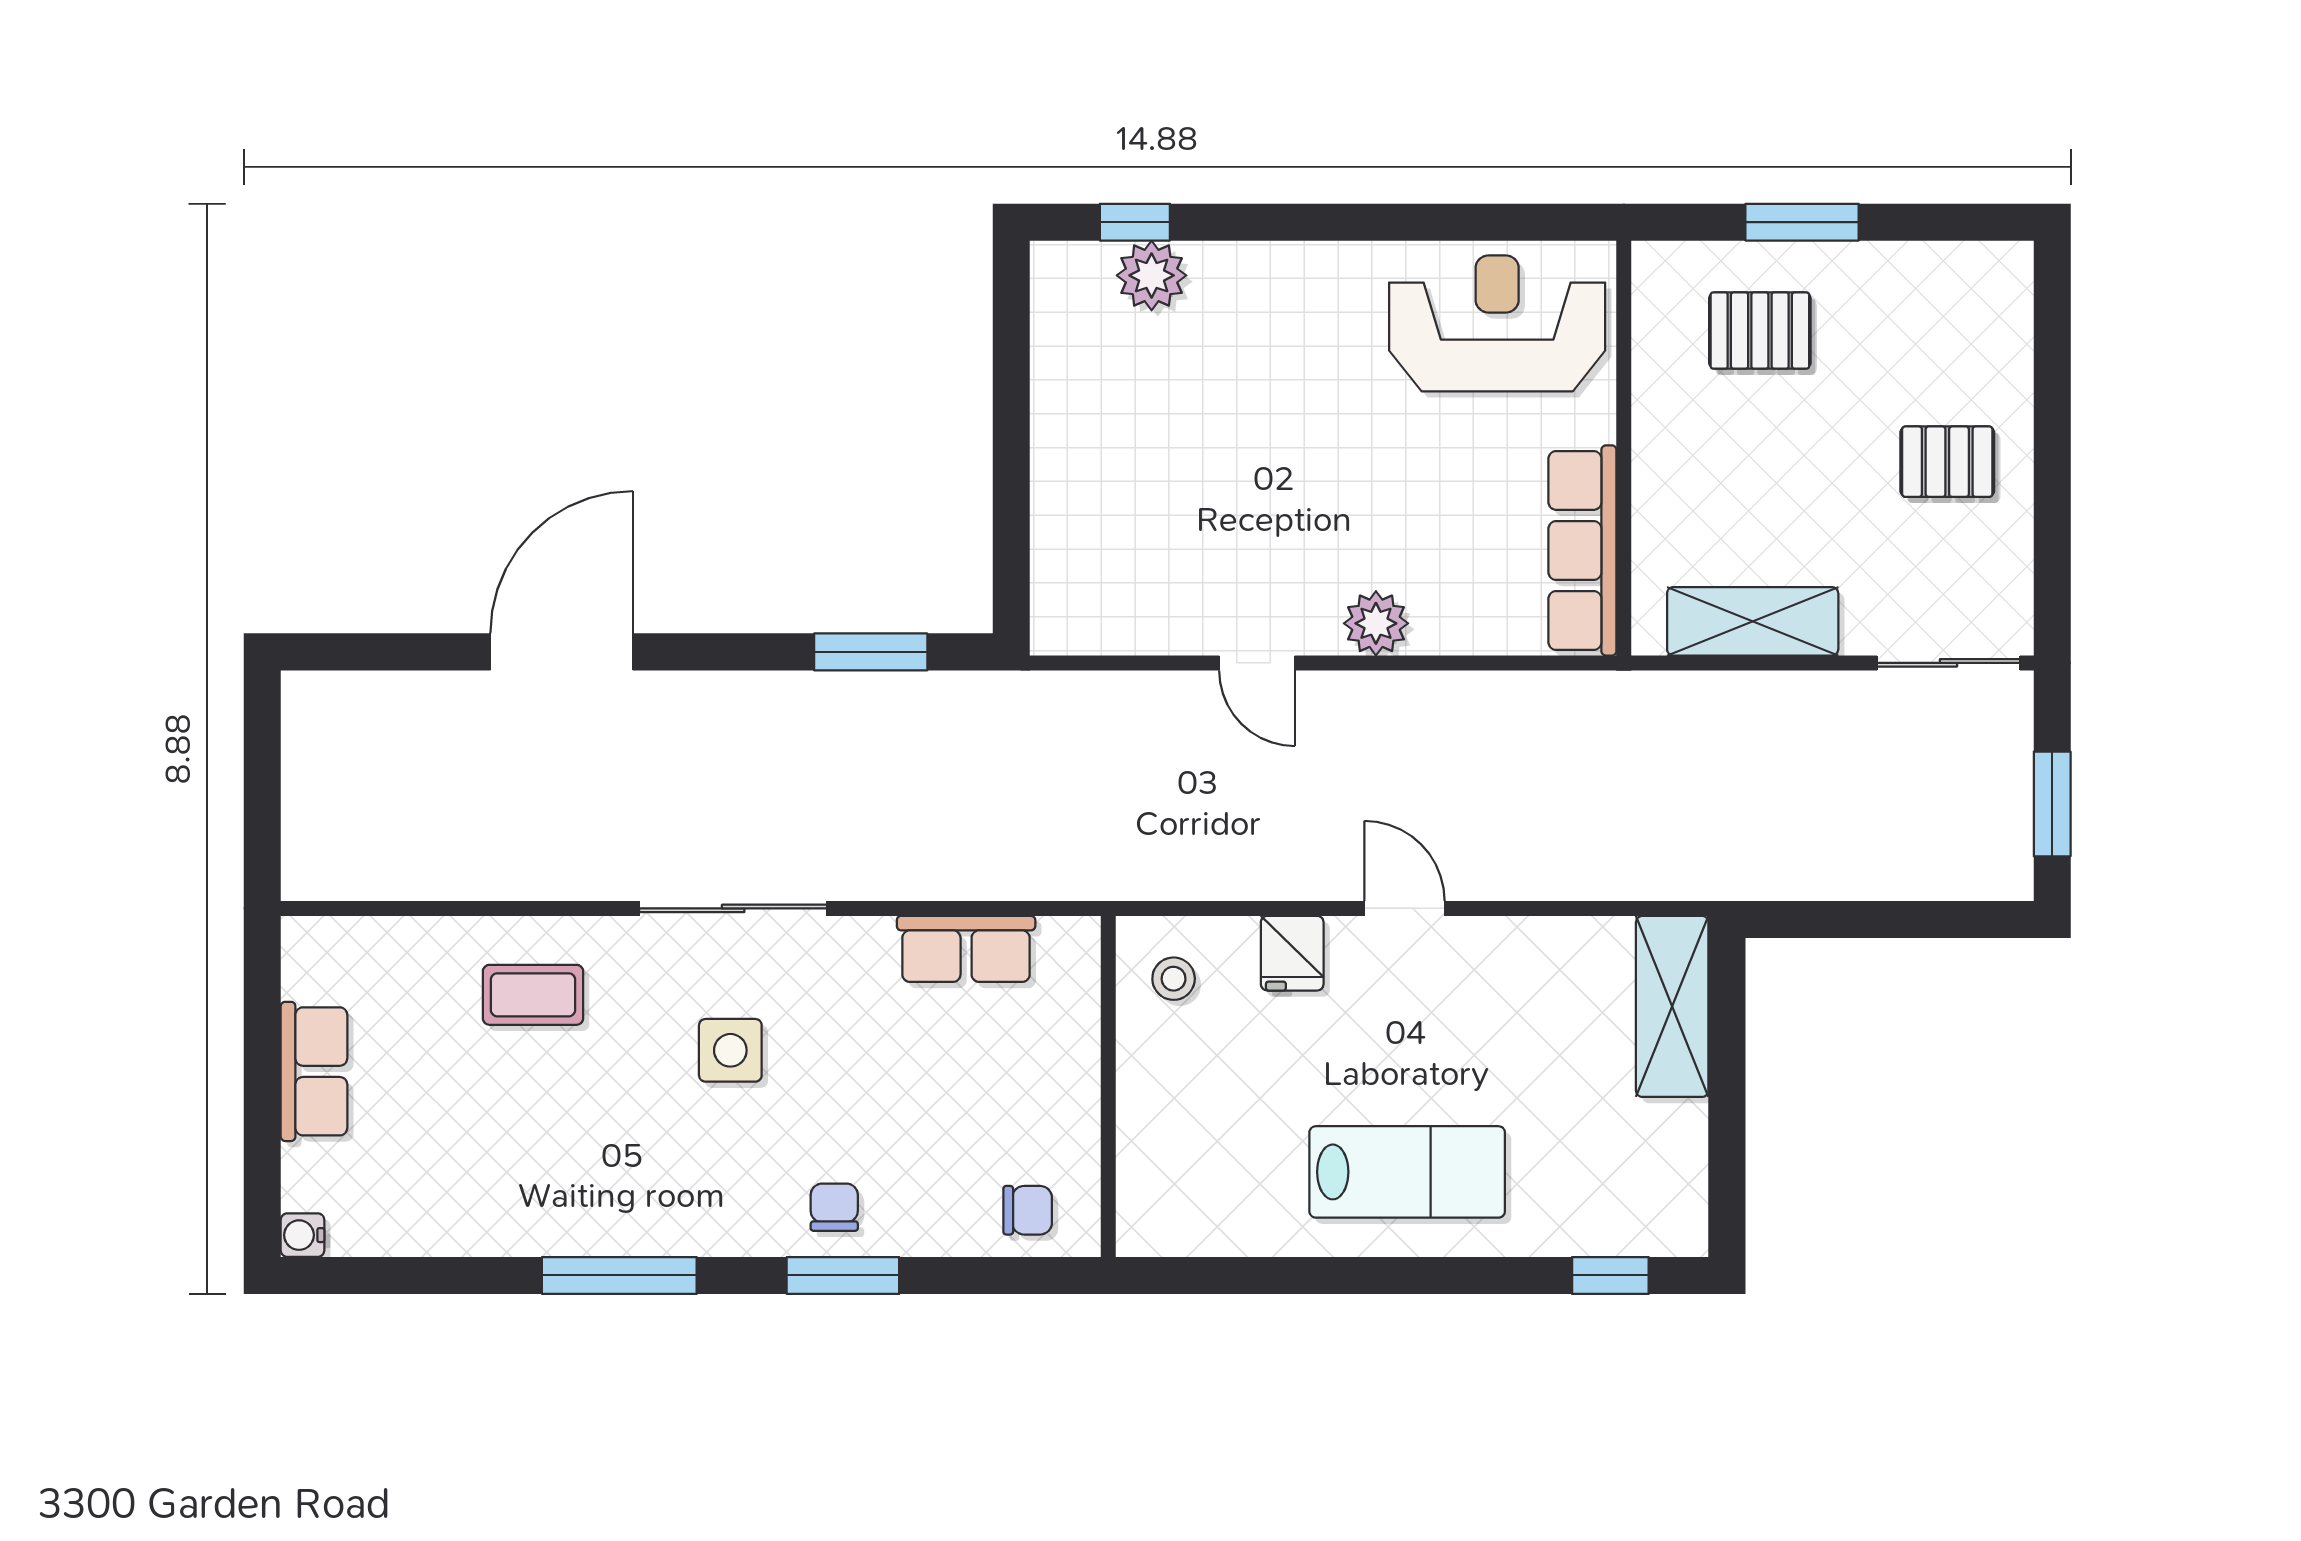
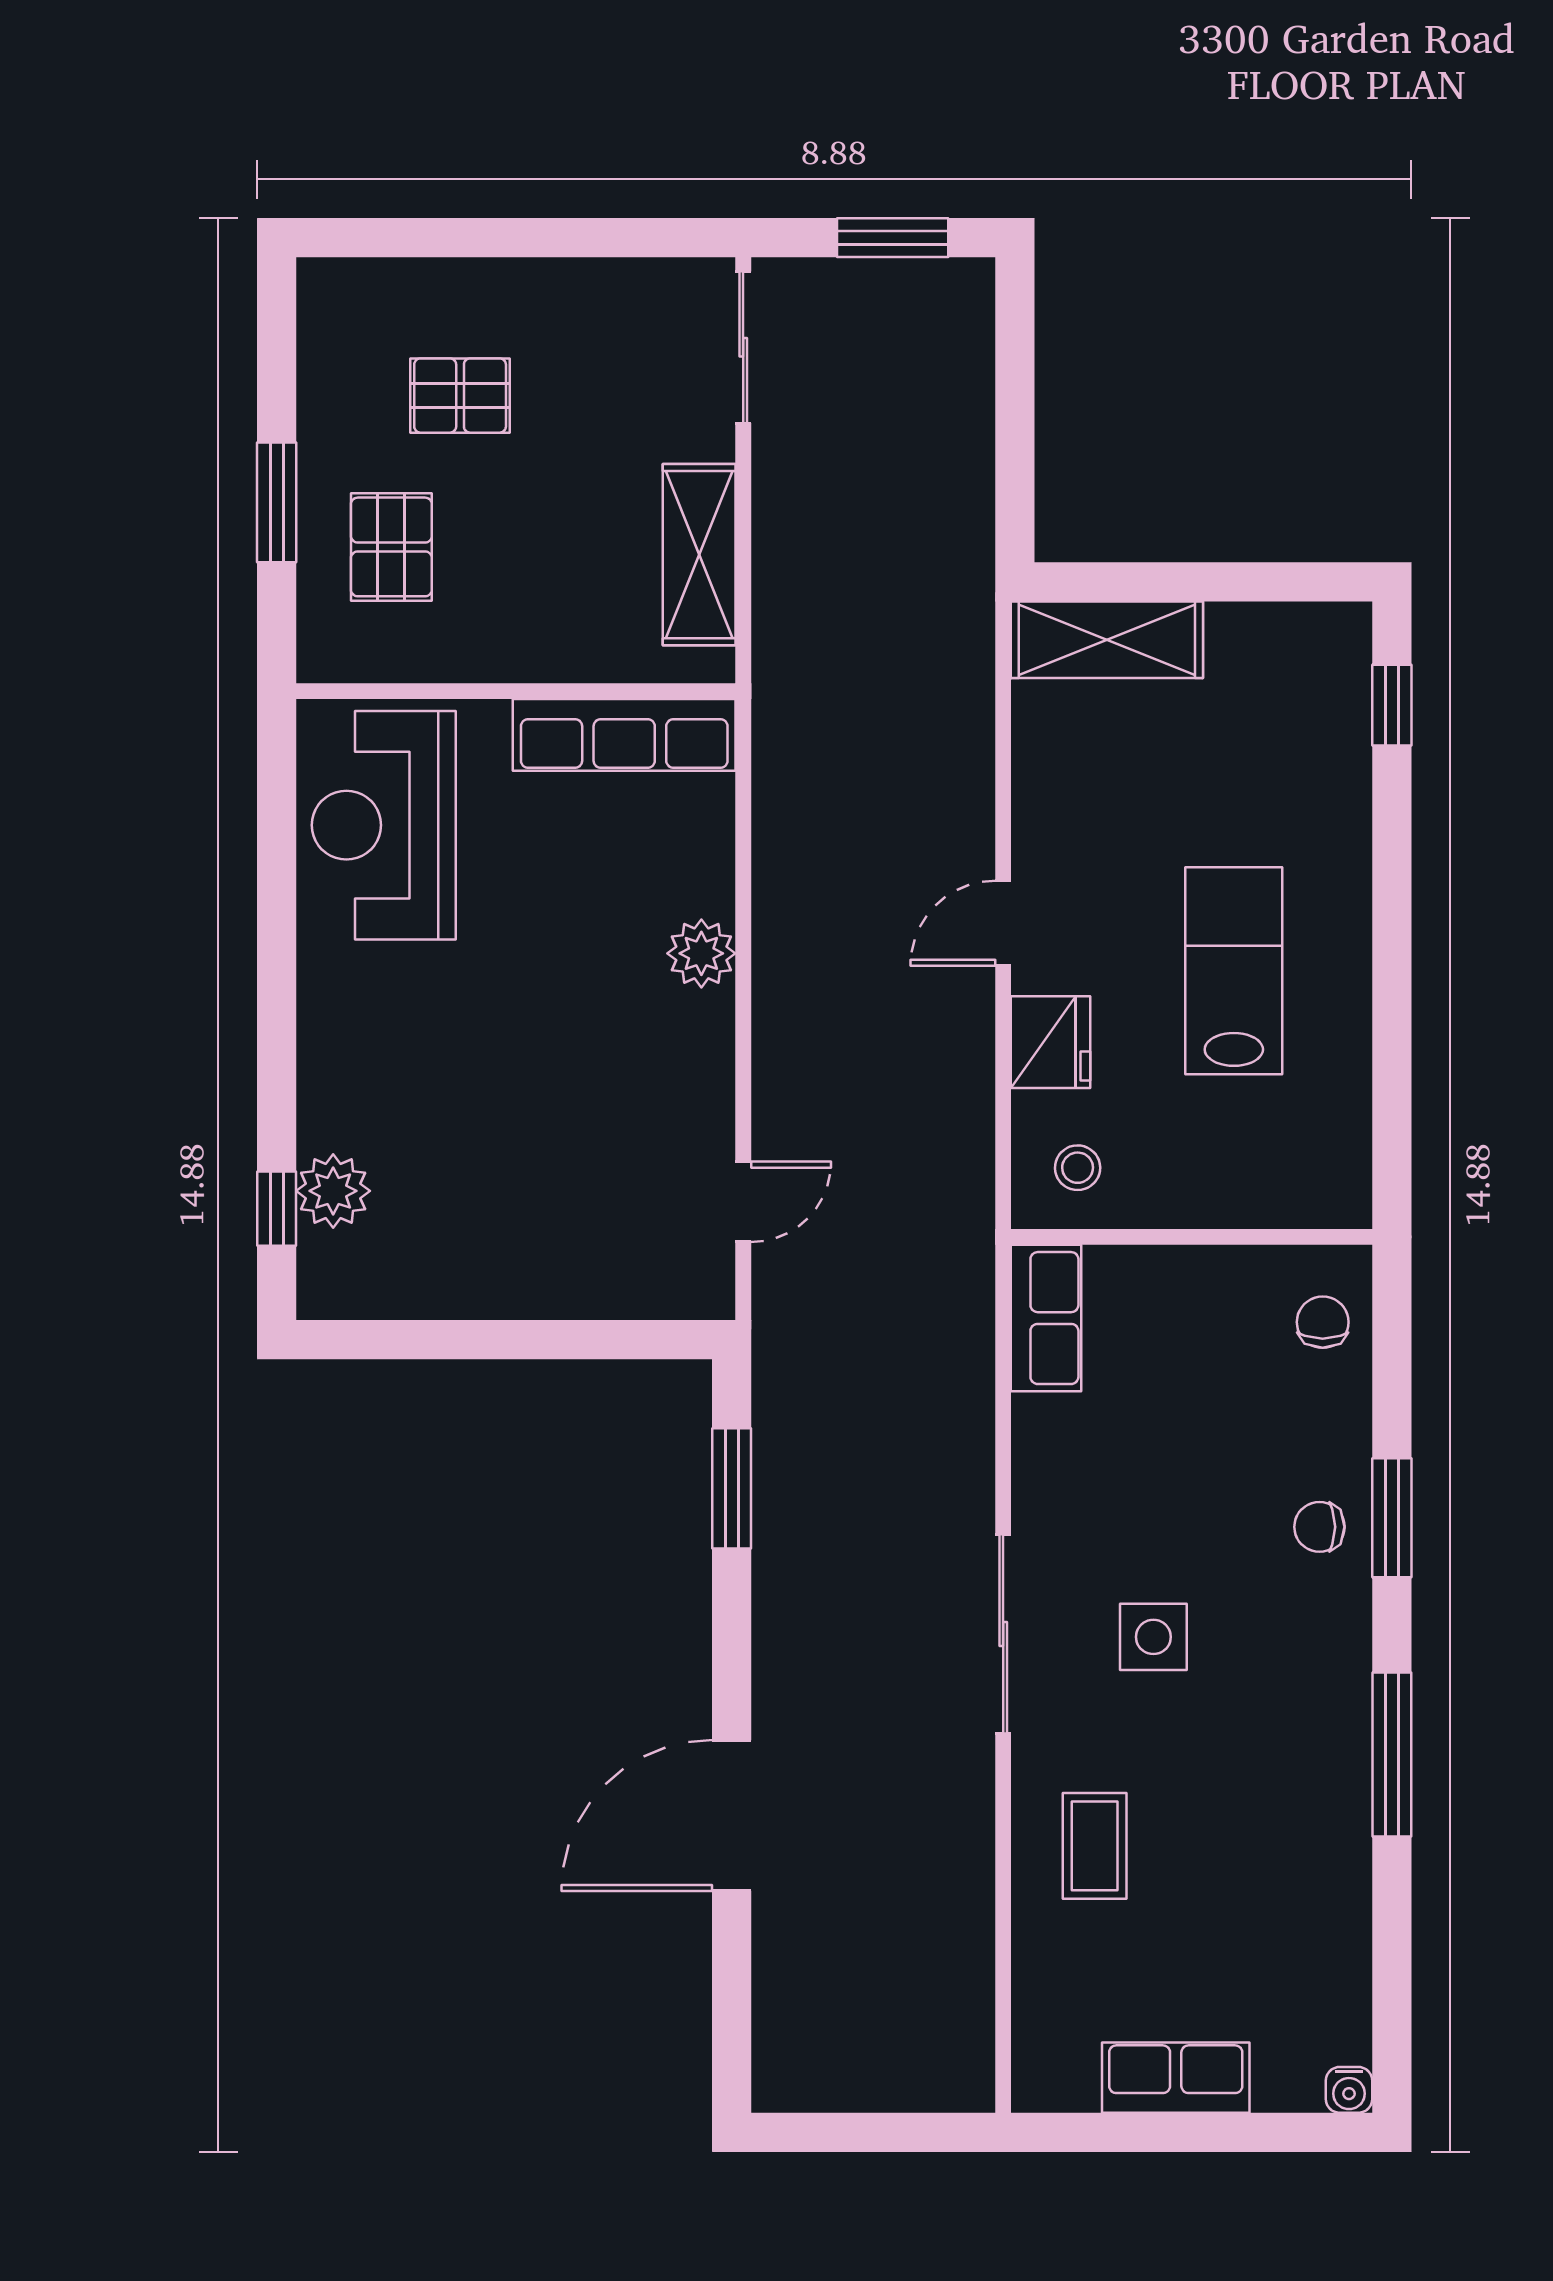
pallet: (1947, 462) -> (460, 396), moved, turned 90
door: (562, 652) -> (732, 1816), hinge flipped
door: (1257, 663) -> (743, 1202), moved
row of seats: (966, 949) -> (1046, 1318), moved
fridge: (1292, 953) -> (1051, 1042), width x1.38
lab bench: (1407, 1172) -> (1234, 971), moved

